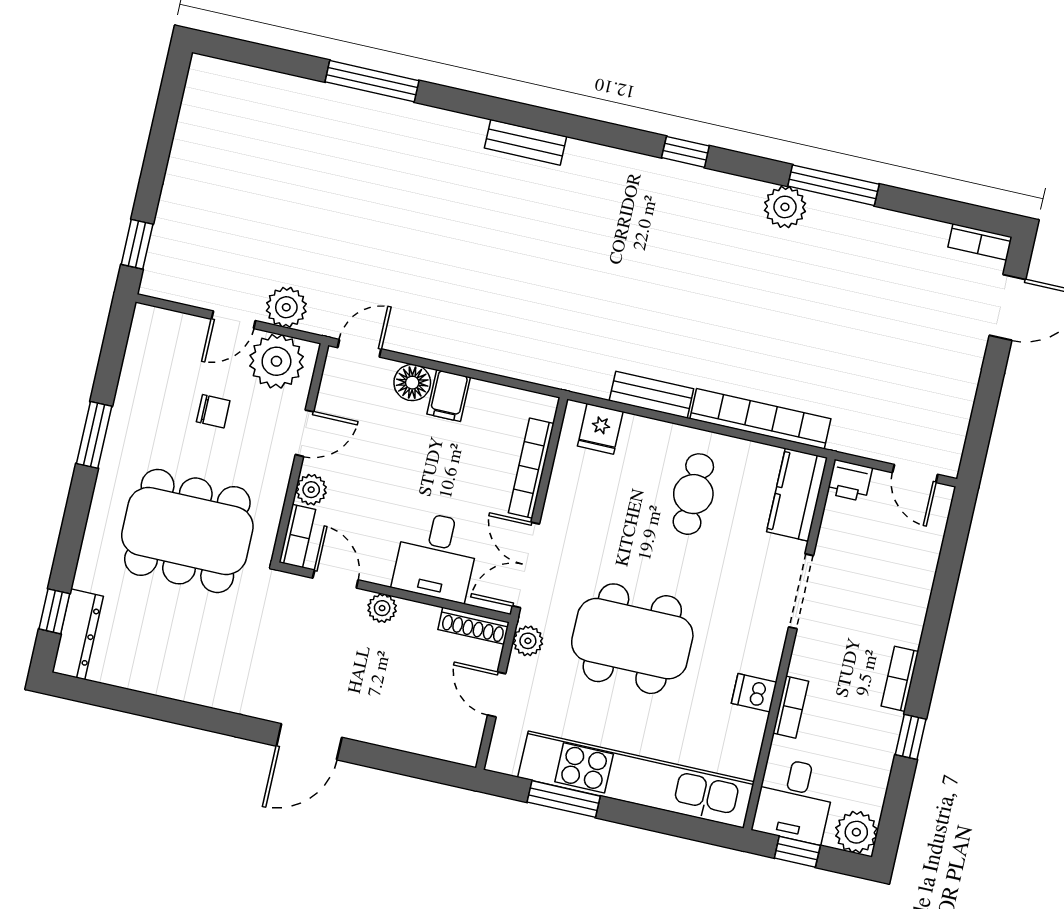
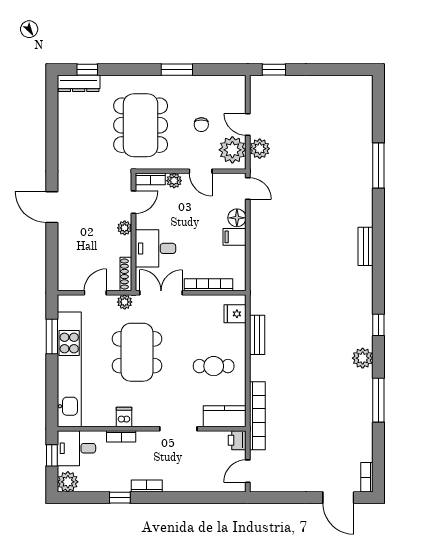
plant: (785, 207) -> (363, 358), moved
bookcase: (760, 419) -> (257, 416), moved

